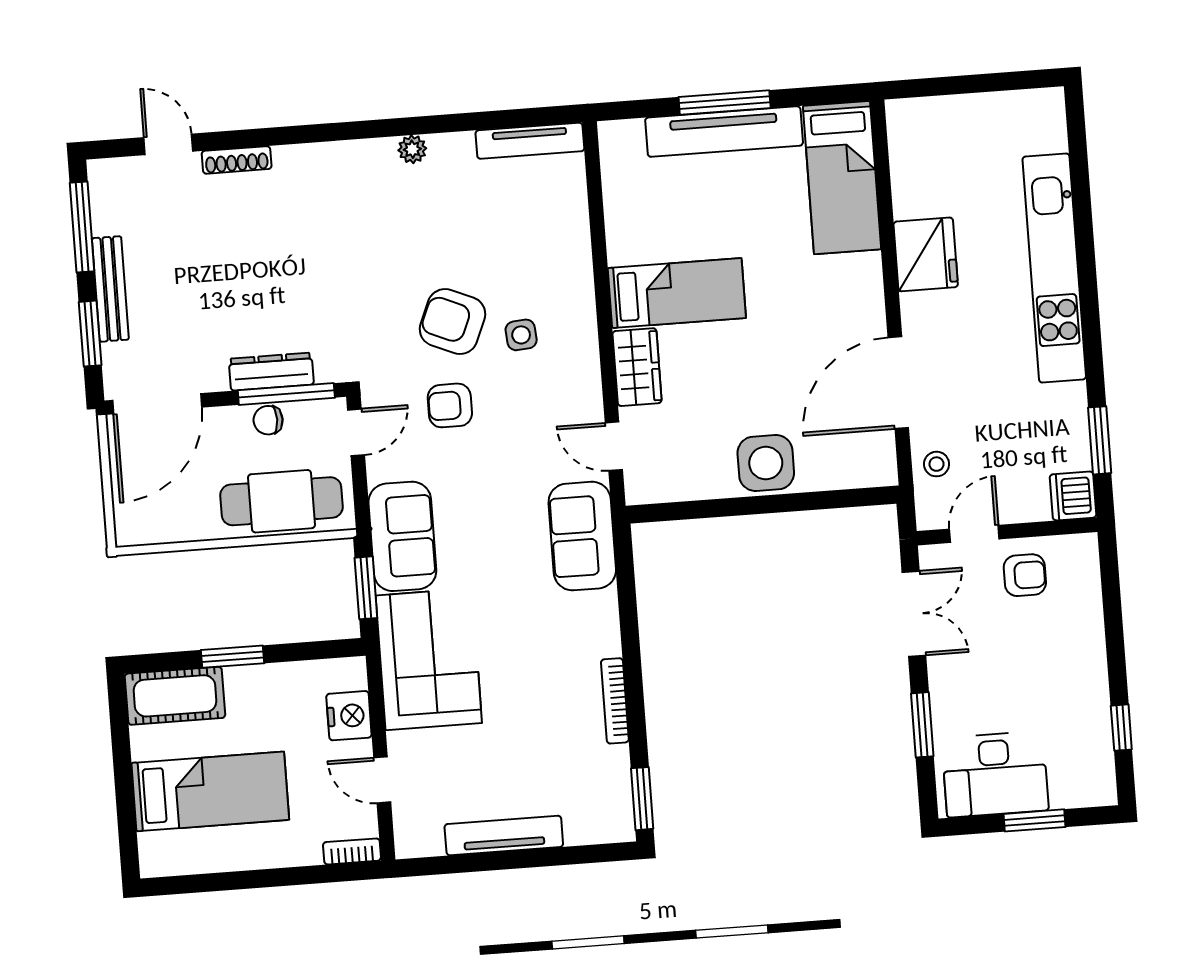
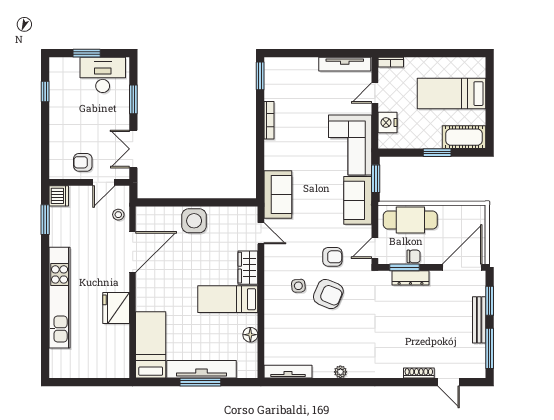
floor lamp: (620, 217) -> (250, 335), added
window: (286, 394) -> (405, 267), width x0.69
door: (382, 780) -> (375, 93), swing flipped
tv unit: (504, 835) -> (345, 64), moved

